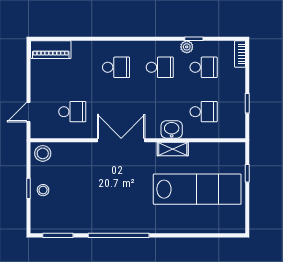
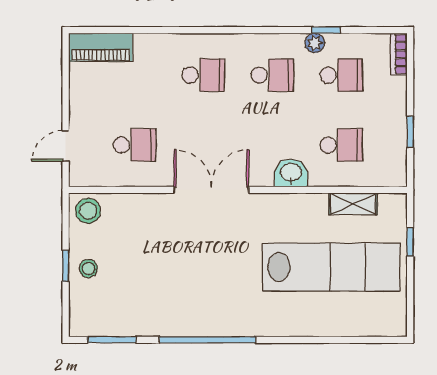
shelving: (173, 149) -> (353, 204), moved

